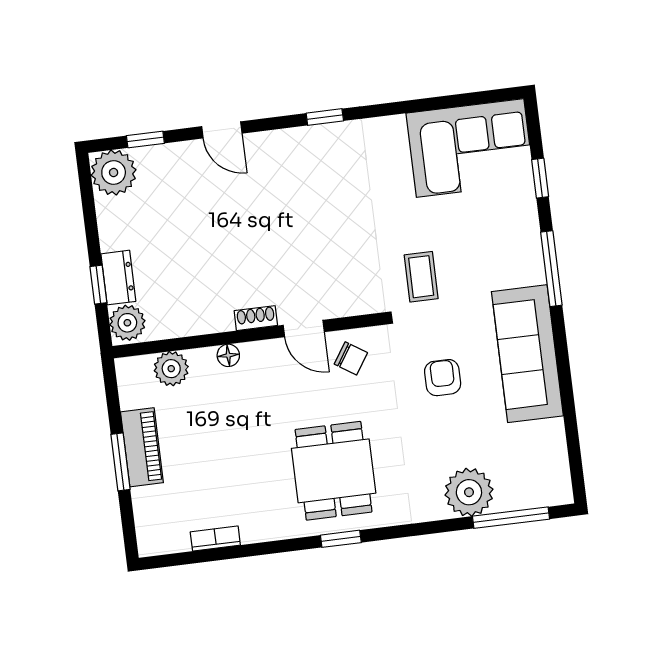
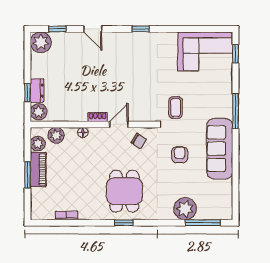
window: (540, 178) -> (236, 54), moved
door: (304, 328) -> (119, 124), swing flipped
plant: (134, 392) -> (38, 144), added

